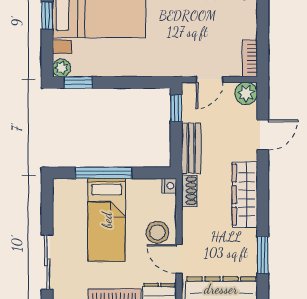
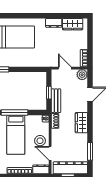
door: (209, 80) -> (65, 68), swing flipped
window: (176, 108) -> (49, 93), moved
wardrobe: (245, 195) -> (81, 123), width x0.67

